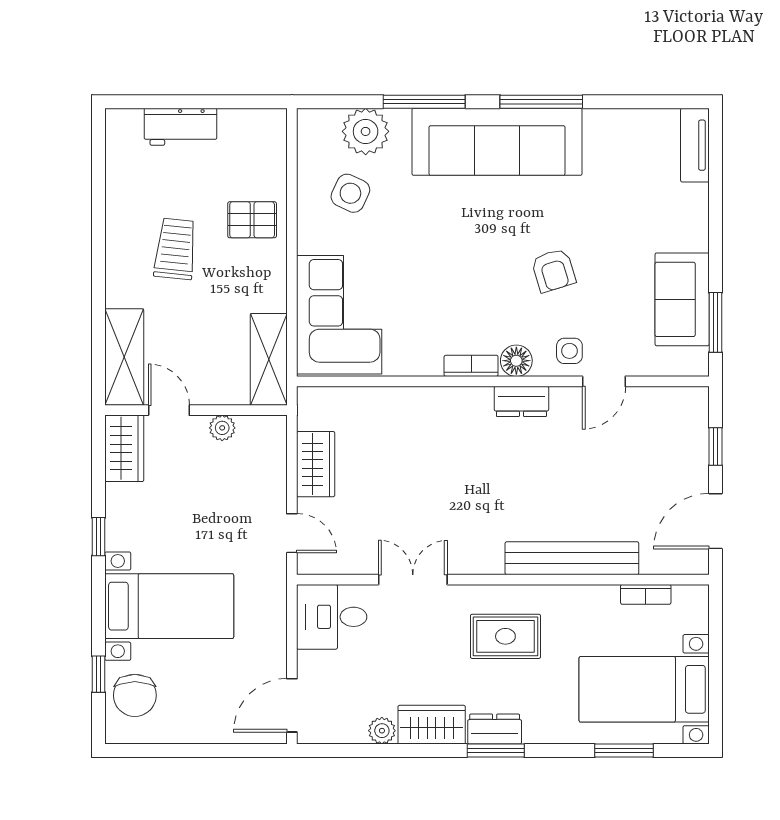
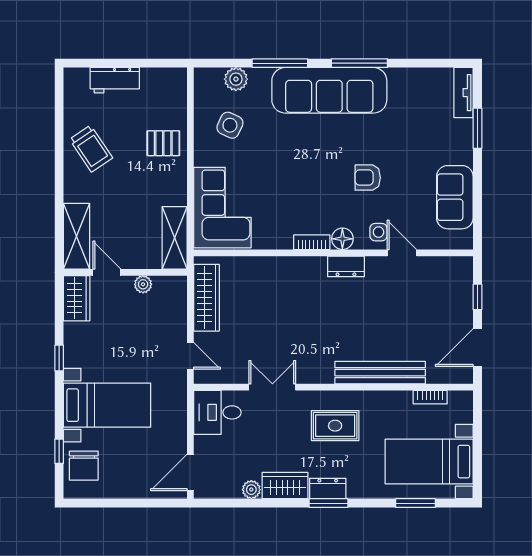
plant: (366, 131) -> (236, 79), width x0.73, depth x0.73
trolley: (175, 249) -> (91, 149), moved, turned 140
armchair: (553, 270) -> (368, 178), turned 107
window: (715, 322) -> (477, 128), moved
door: (604, 381) -> (402, 253), swing flipped
wardrobe: (316, 464) -> (206, 298), width x1.50

